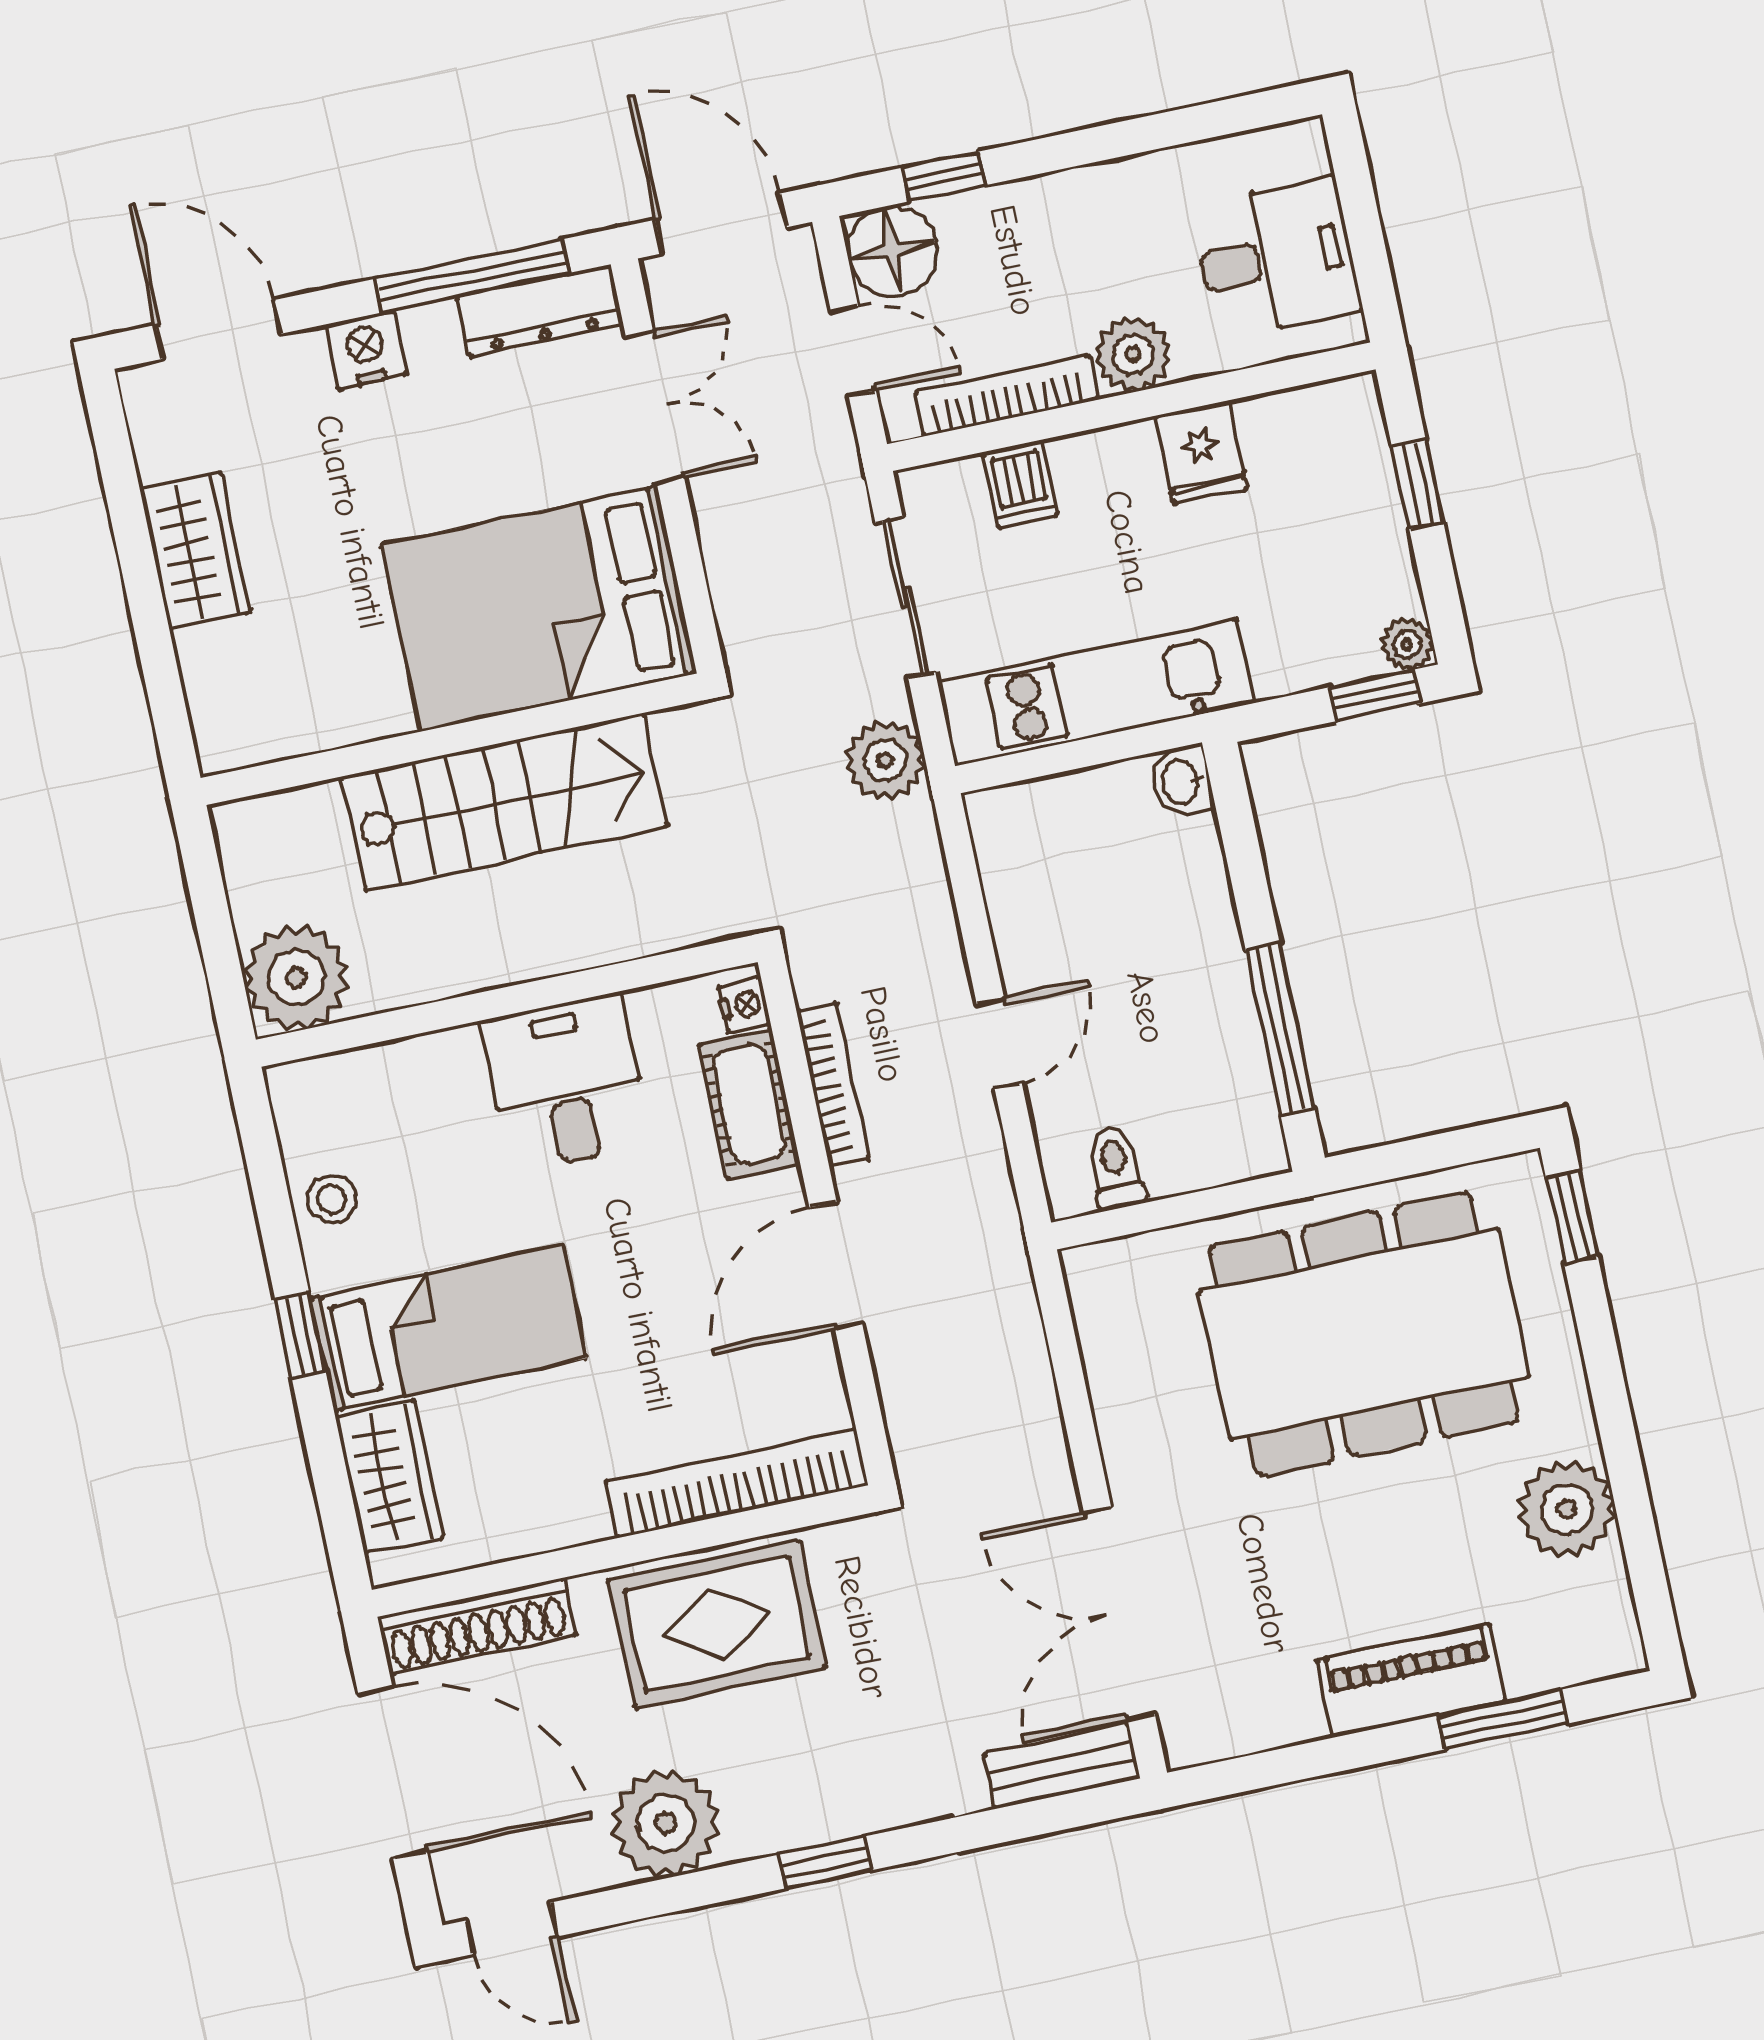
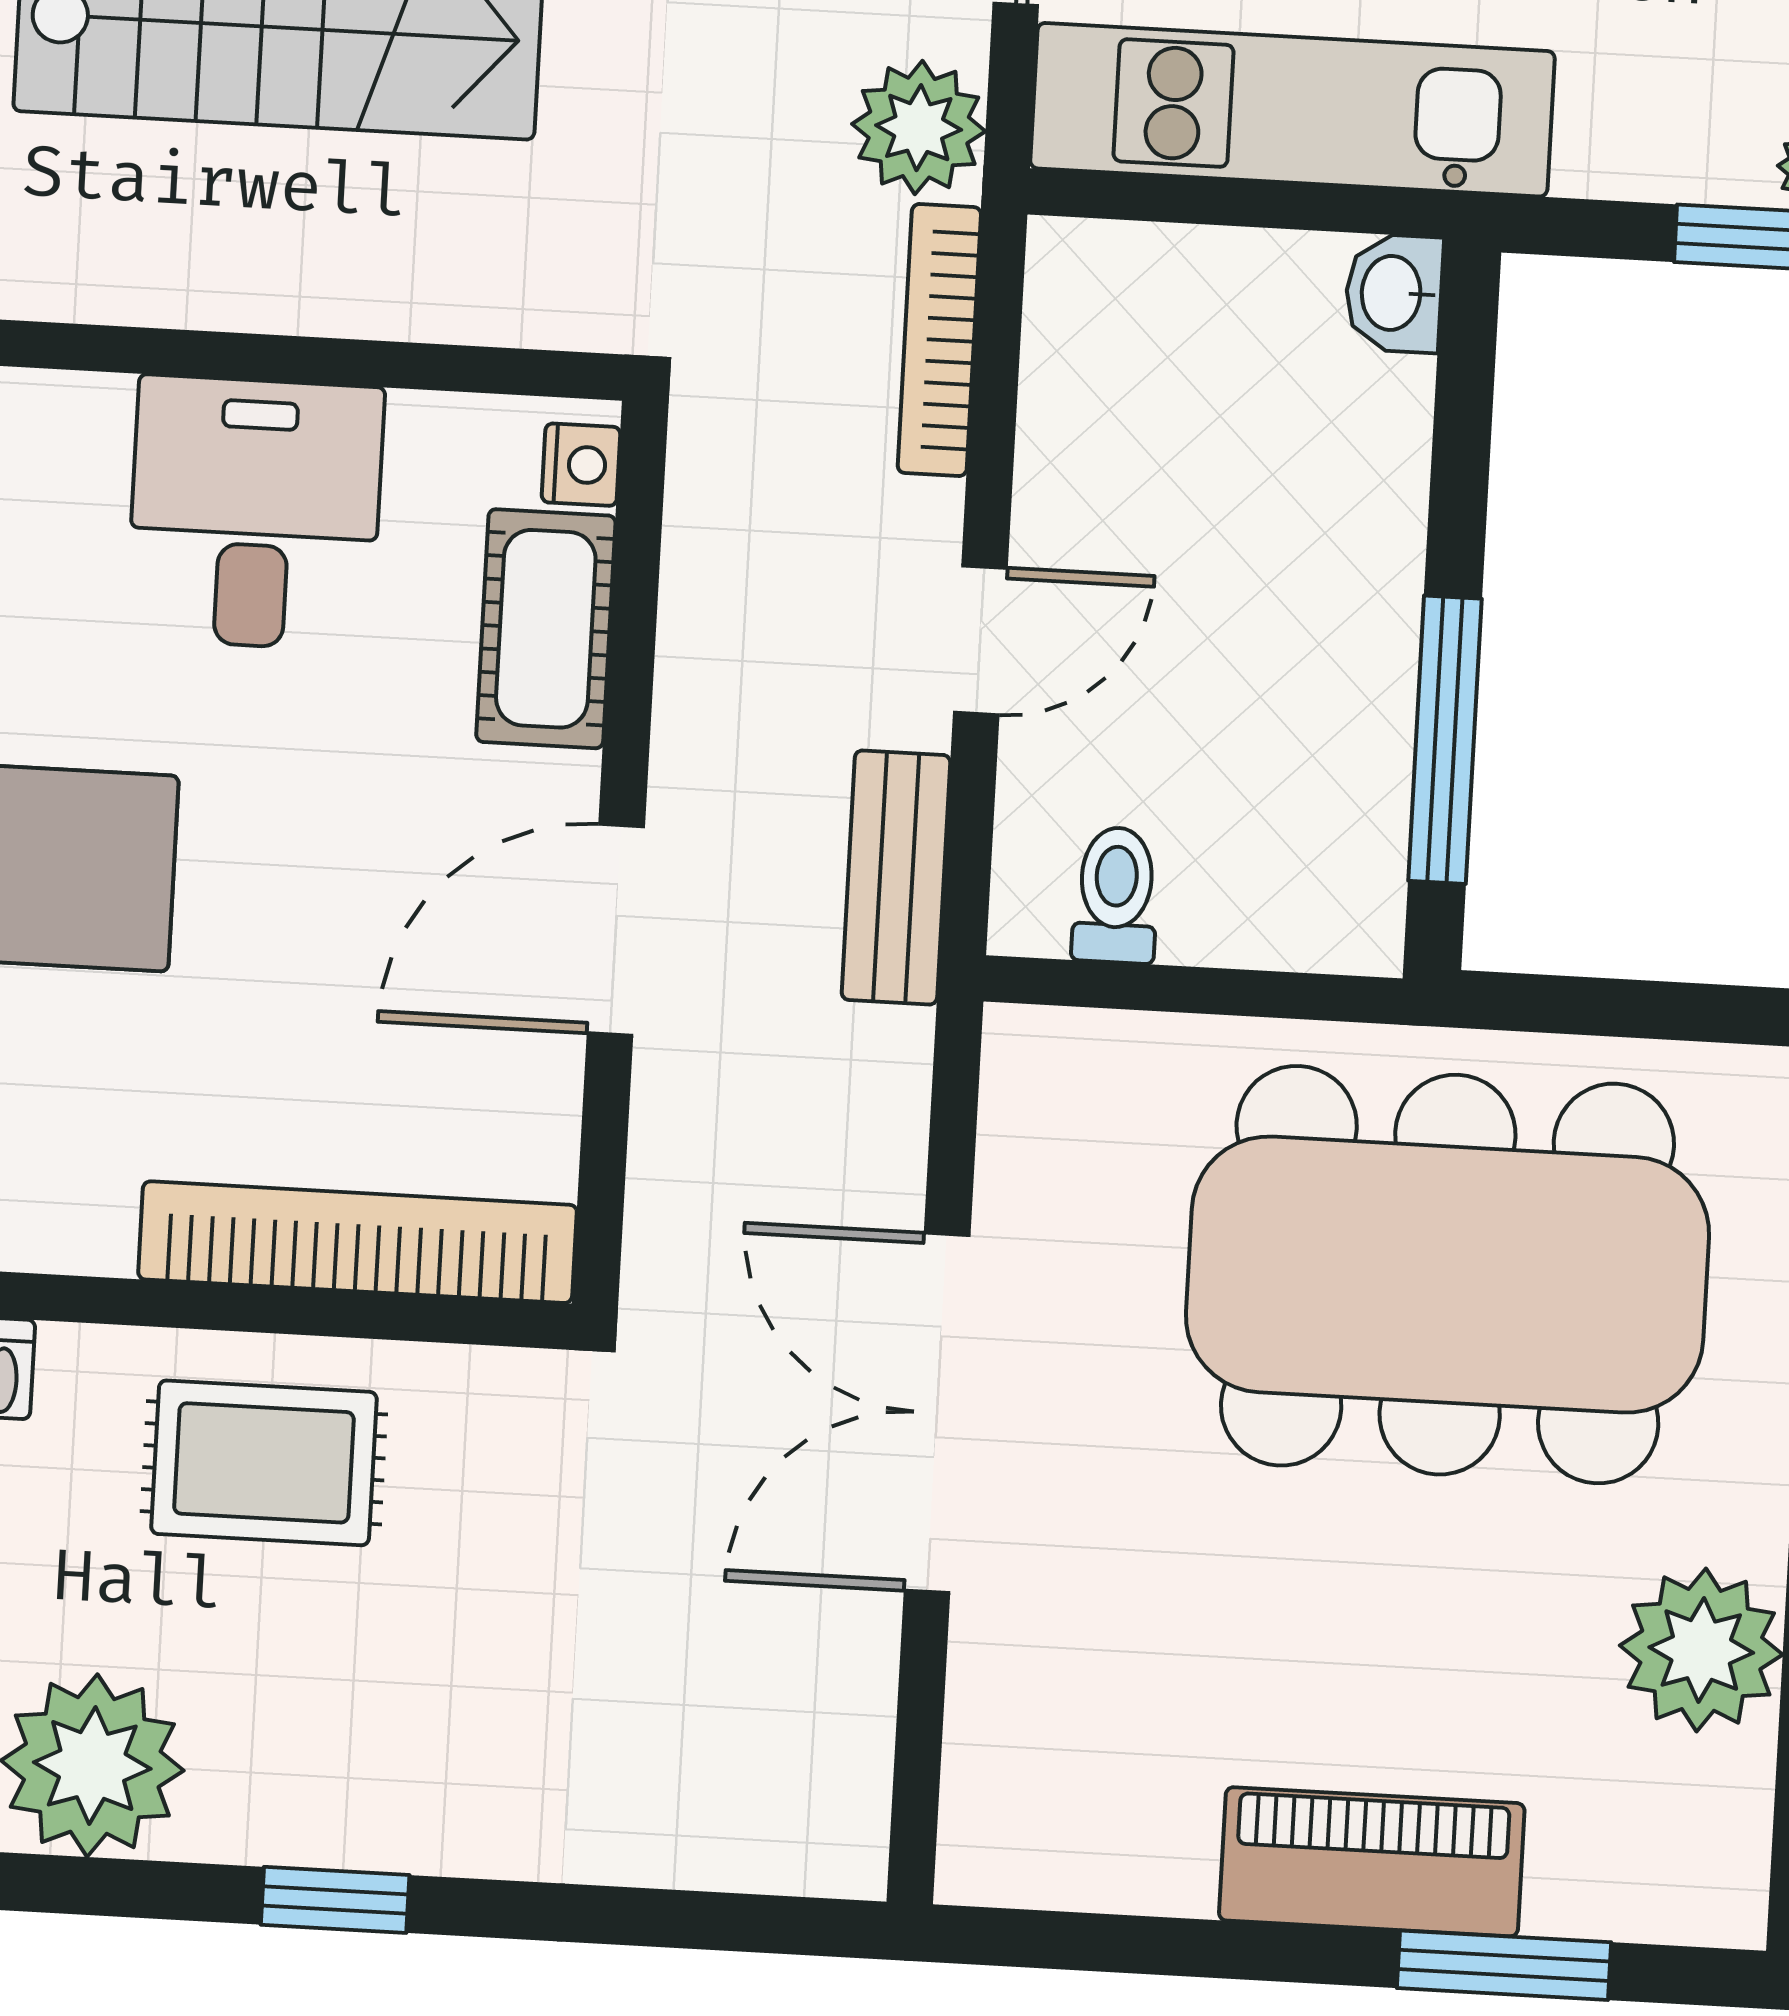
bookcase: (833, 1085) -> (939, 340), moved, turned 180
double door: (1119, 1613) -> (937, 1413), moved
rug: (717, 1624) -> (264, 1463), width x0.73, depth x0.70
bench: (1062, 1766) -> (896, 877), moved, turned 90

